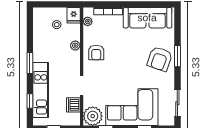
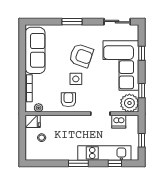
plant: (75, 46) -> (62, 120), removed
armchair: (96, 52) -> (68, 100), turned -90
armchair: (160, 59) -> (81, 56), moved
side table: (118, 60) -> (76, 79), added

